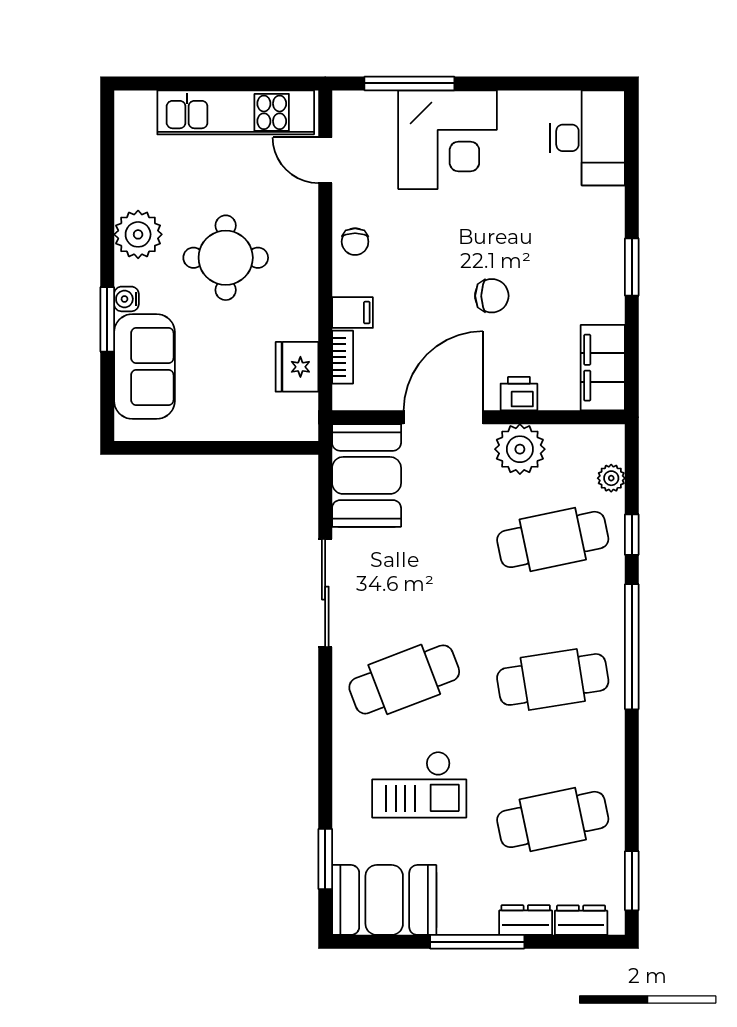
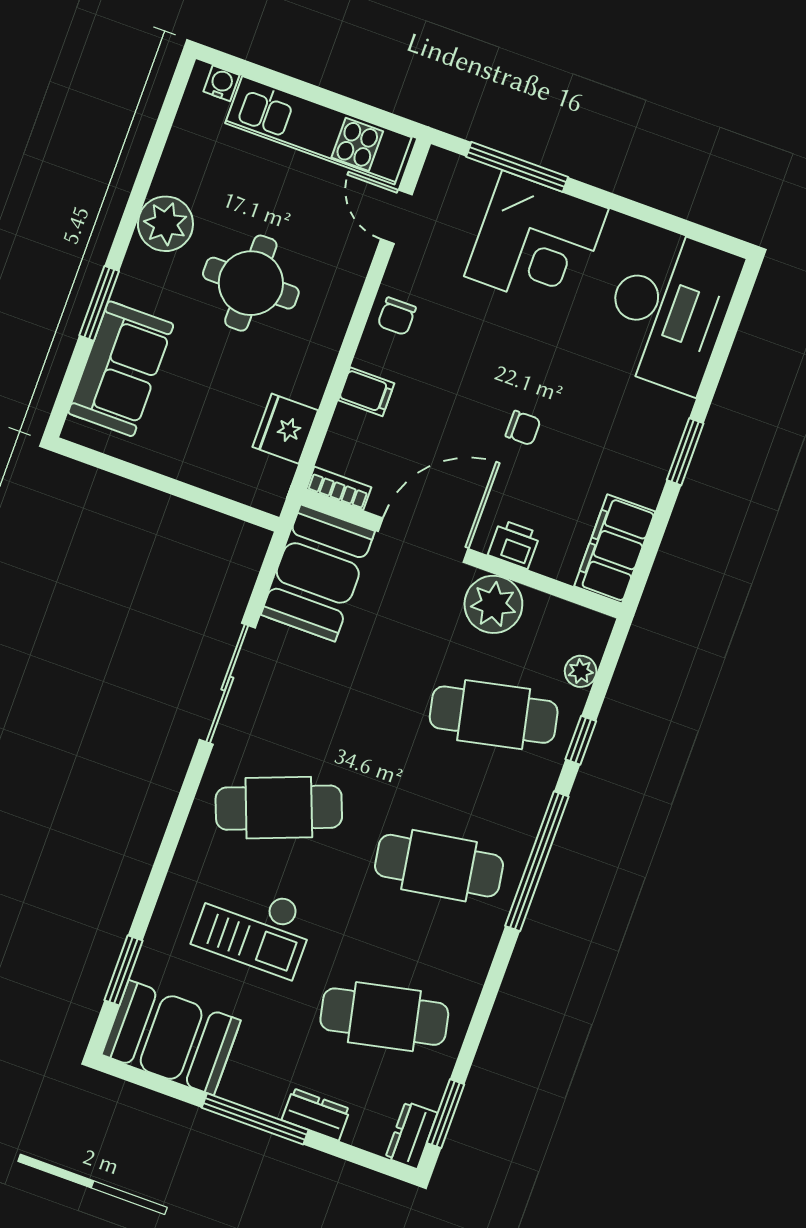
desk: (588, 138) -> (669, 309), width x1.36, depth x1.30
chair: (492, 296) -> (523, 428), width x0.73, depth x0.73
water cooler: (126, 299) -> (221, 83), moved, turned 90
bookcase: (343, 357) -> (339, 488), moved, turned -90
dresser: (581, 920) -> (411, 1135), moved, turned -90

